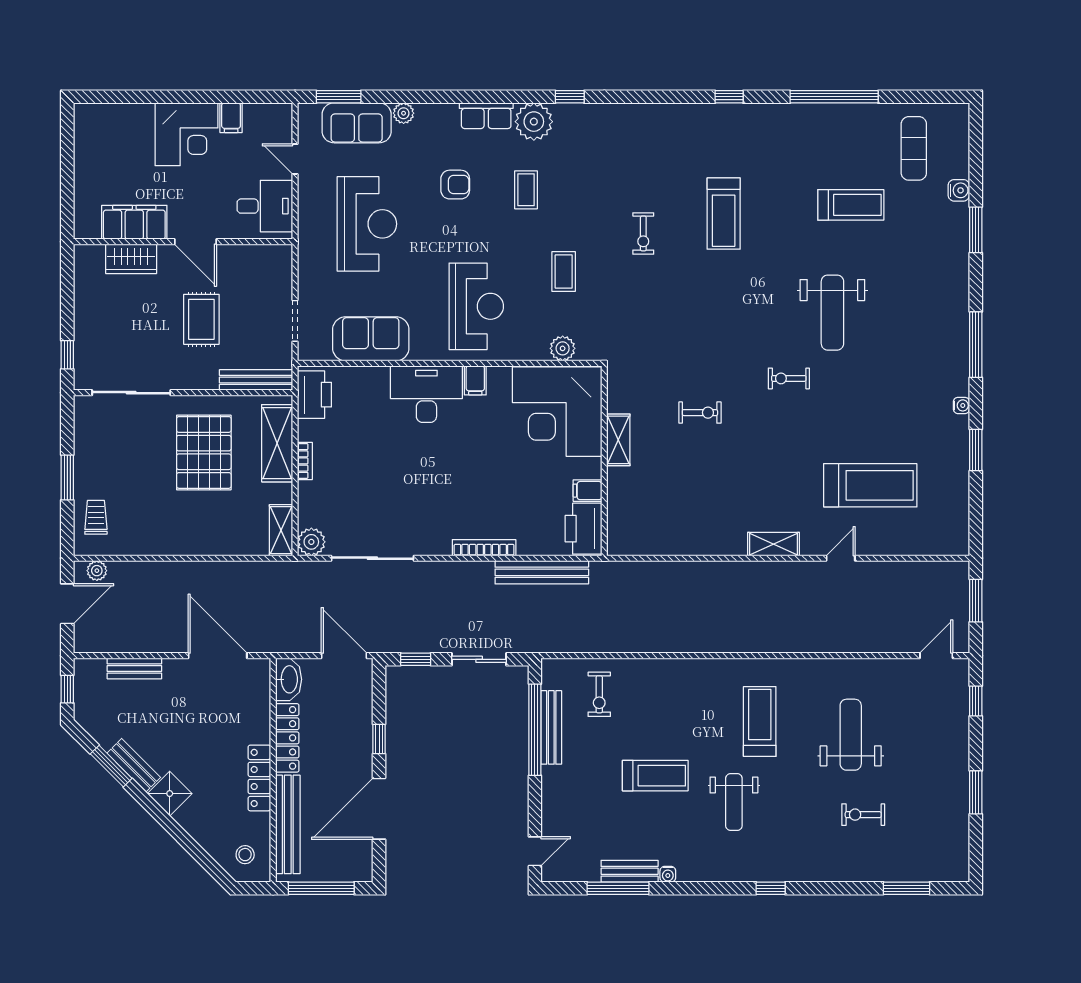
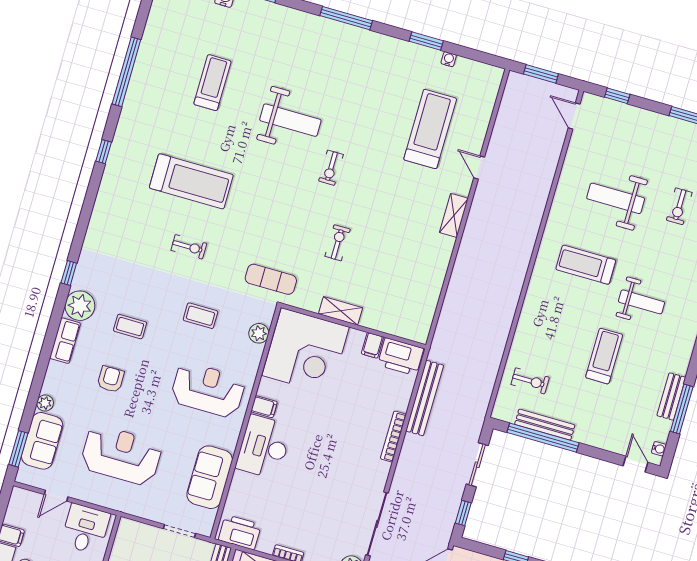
exercise mat: (914, 148) -> (271, 279), moved
treadmill: (724, 214) -> (191, 181), width x1.37, depth x1.37
water cooler: (961, 405) -> (449, 59), moved
water cooler: (668, 874) -> (659, 449), moved

